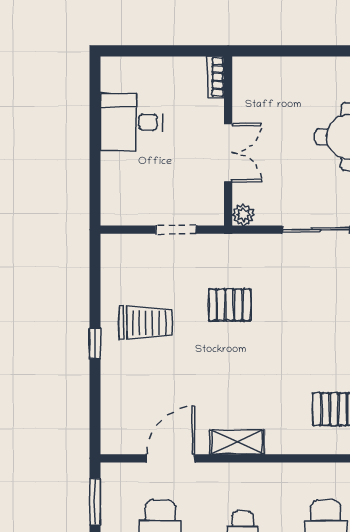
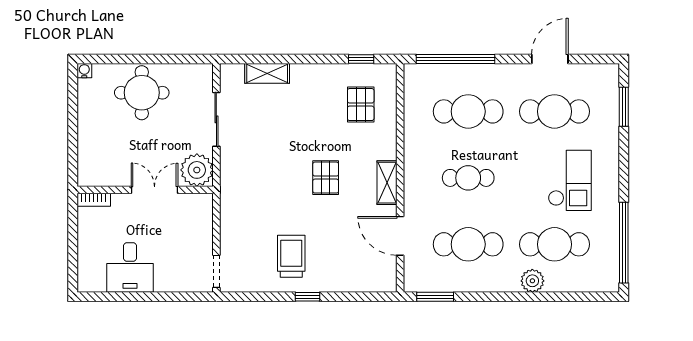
plant: (243, 215) -> (197, 170), width x1.88, depth x1.88
doorway: (176, 230) -> (216, 271), moved
pallet: (230, 305) -> (326, 178), moved

